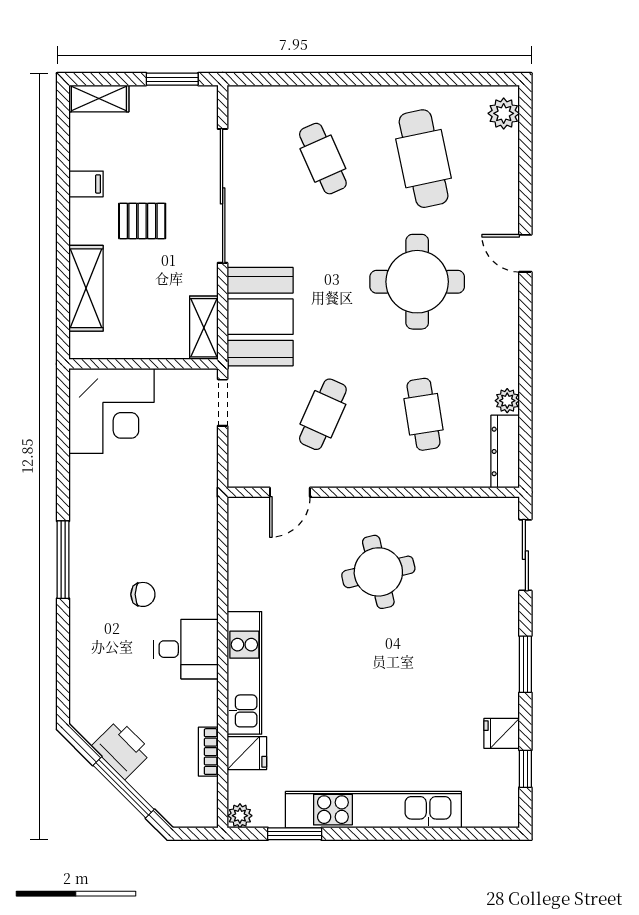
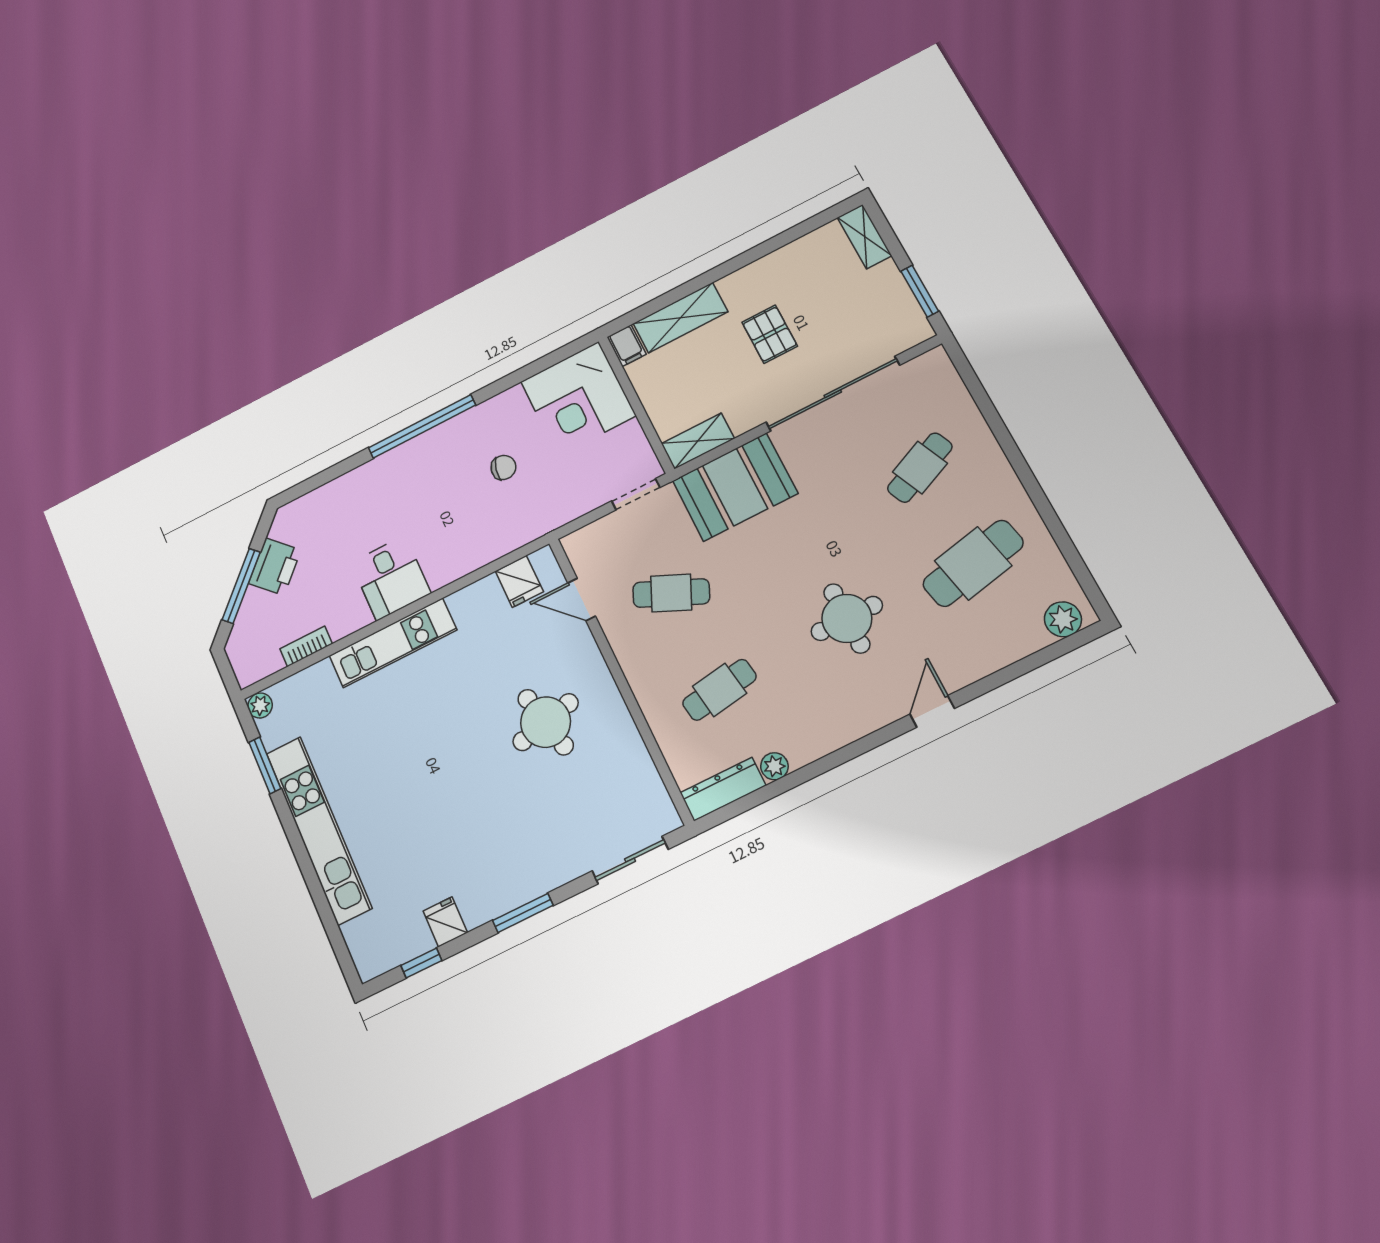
filing cabinet: (86, 184) -> (627, 345), moved
round table: (417, 282) -> (847, 618), width x0.73, depth x0.73
window: (63, 560) -> (422, 426), width x1.46
chair: (143, 594) -> (503, 467), moved, turned -78
fridge: (247, 753) -> (519, 581), moved

